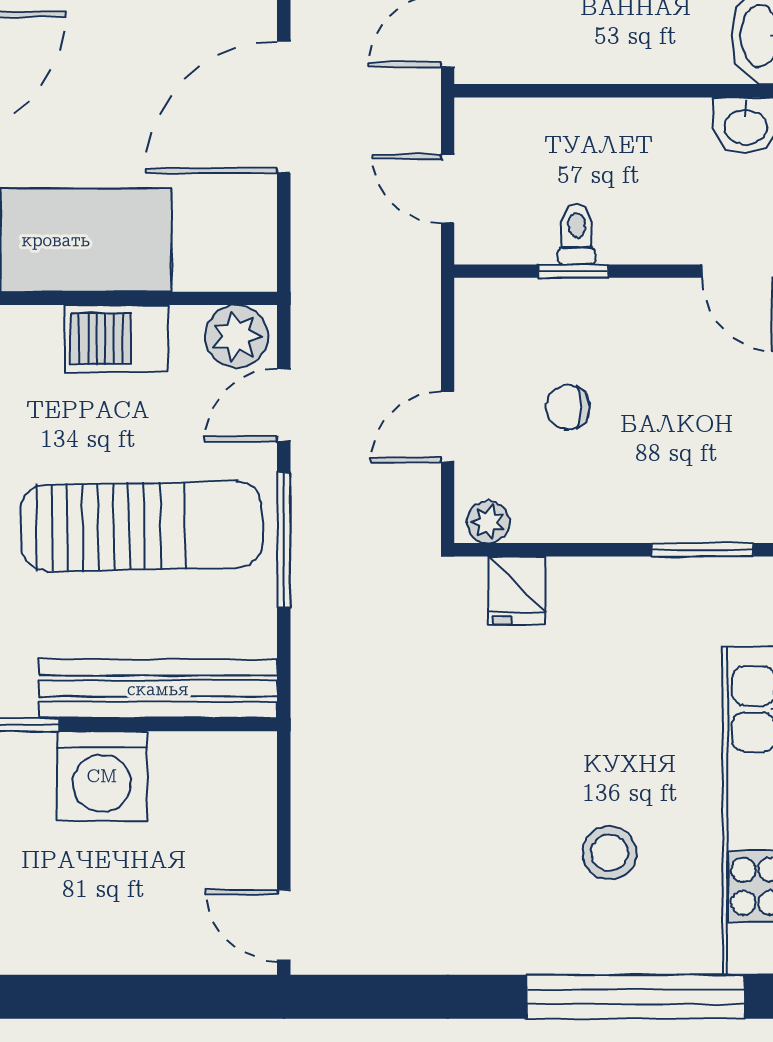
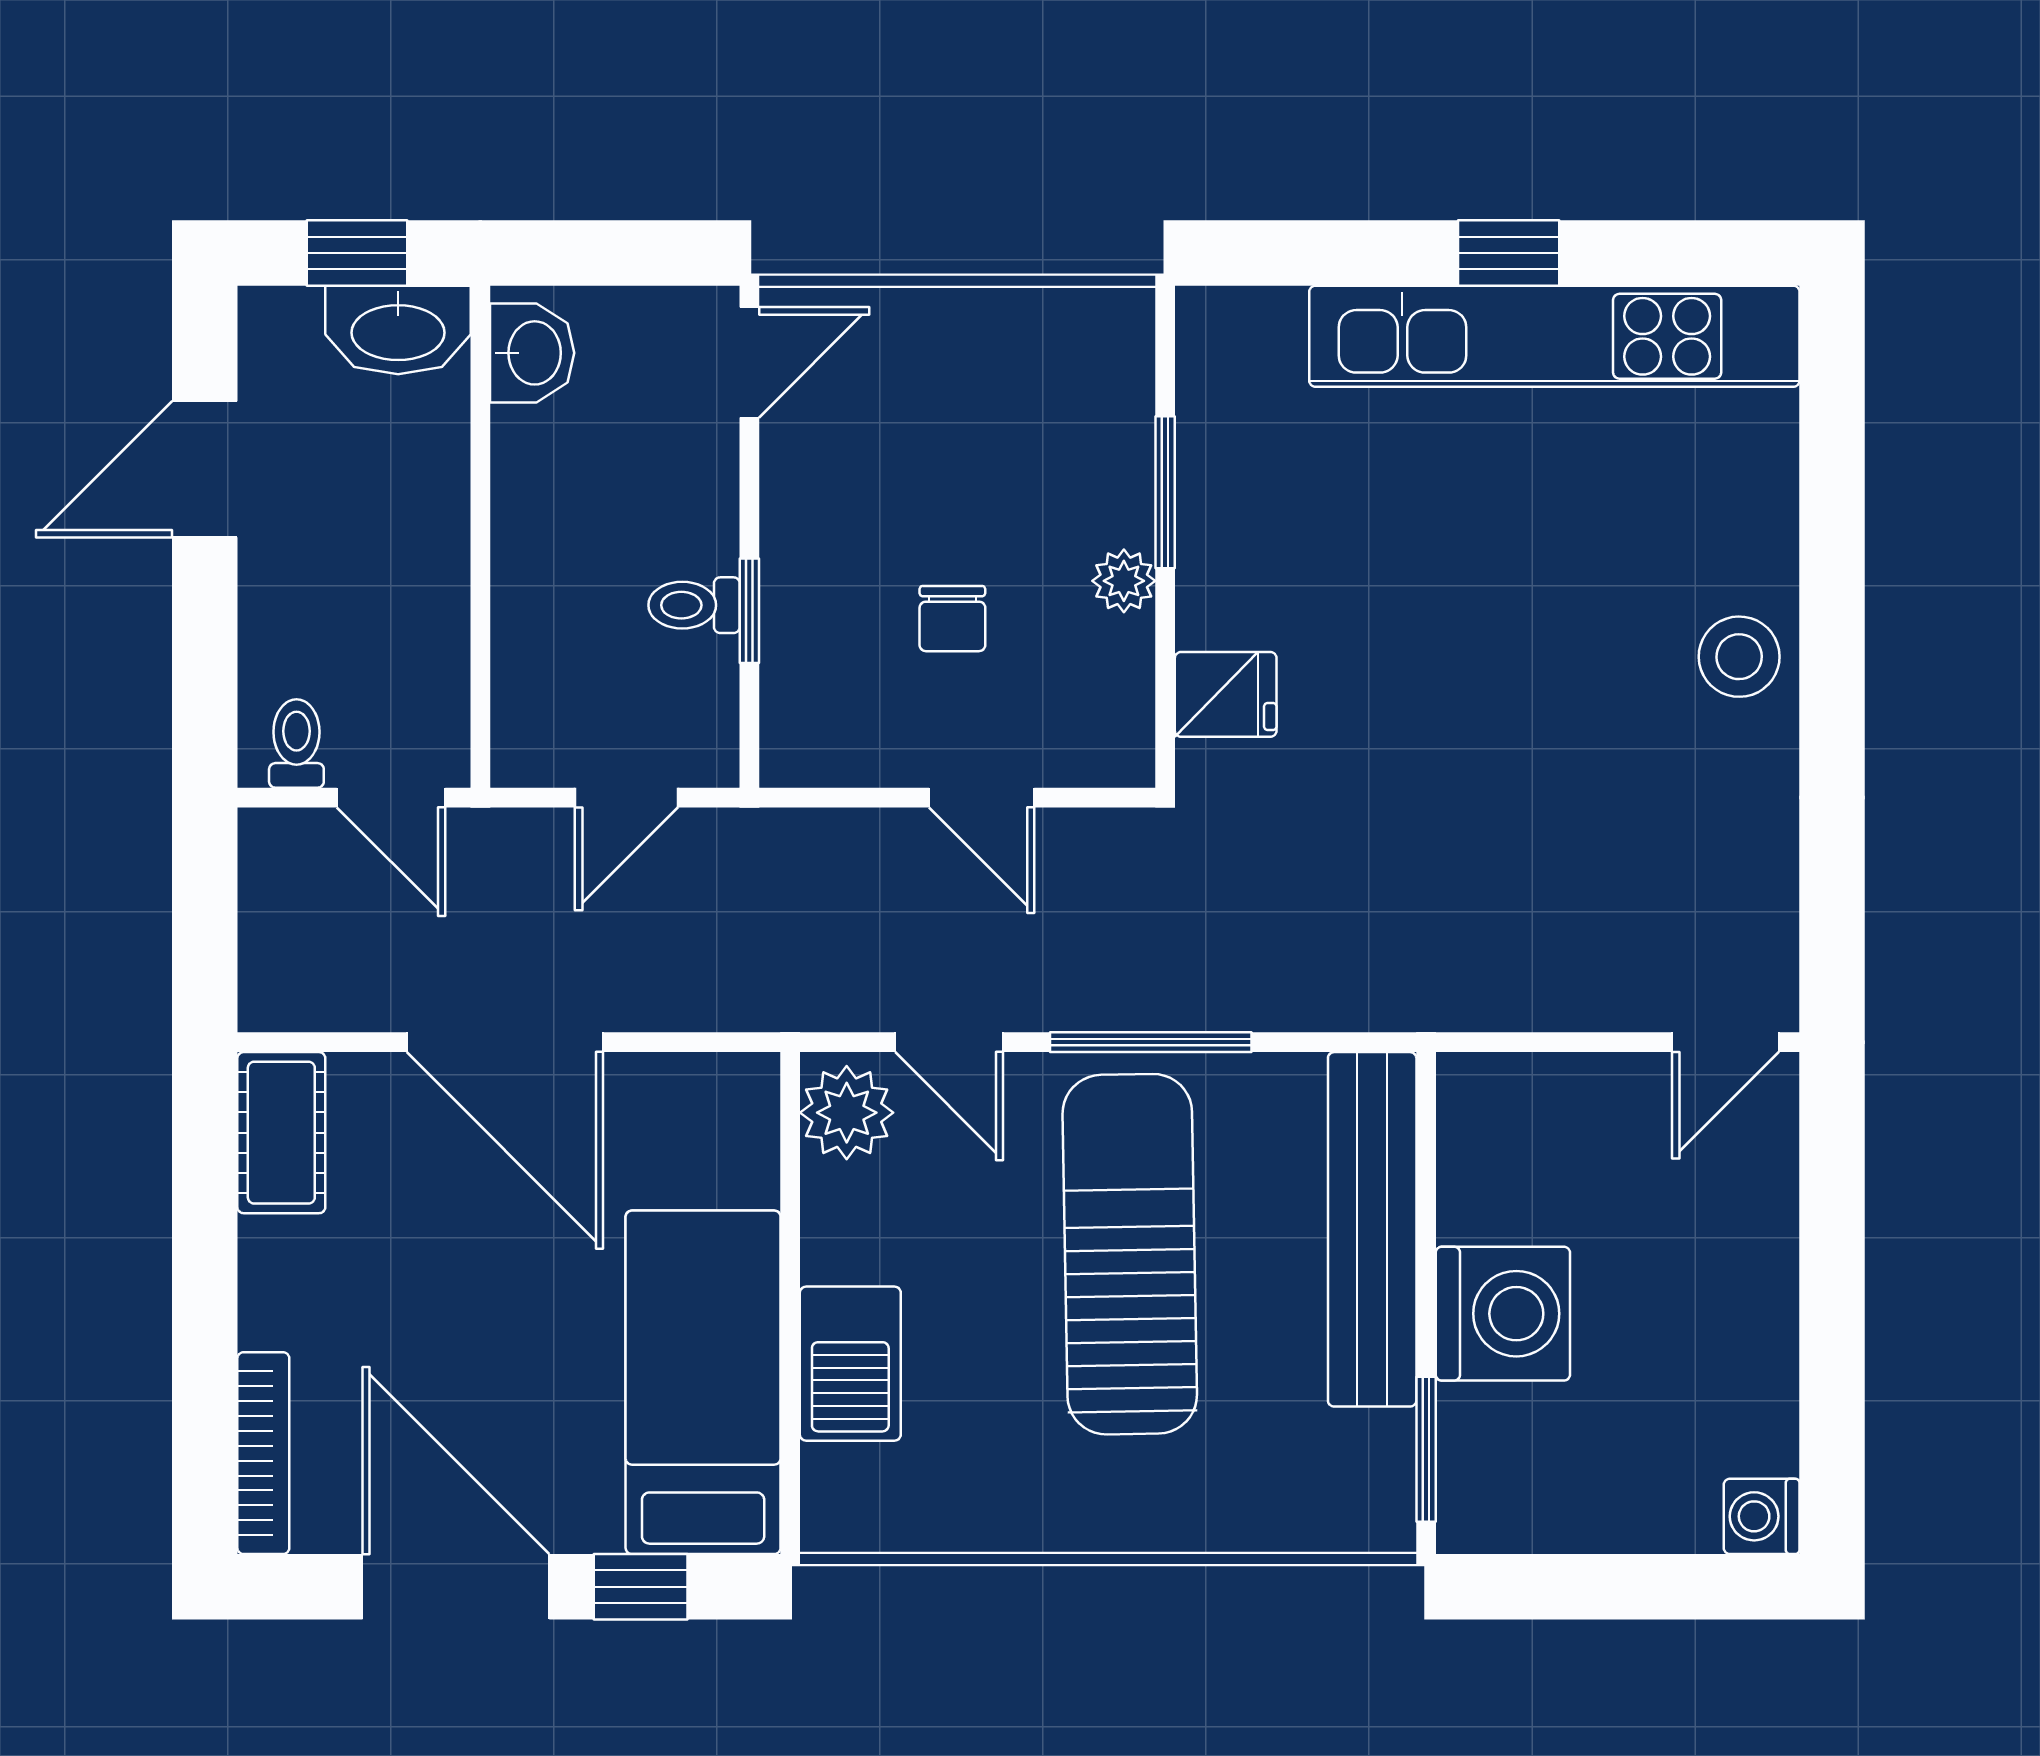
barbecue: (116, 339) -> (850, 1364), moved
plant: (488, 522) -> (1124, 581), moved
window: (702, 550) -> (1165, 492), moved
stool: (609, 853) -> (1739, 657), moved
window: (635, 997) -> (1832, 518), removed

